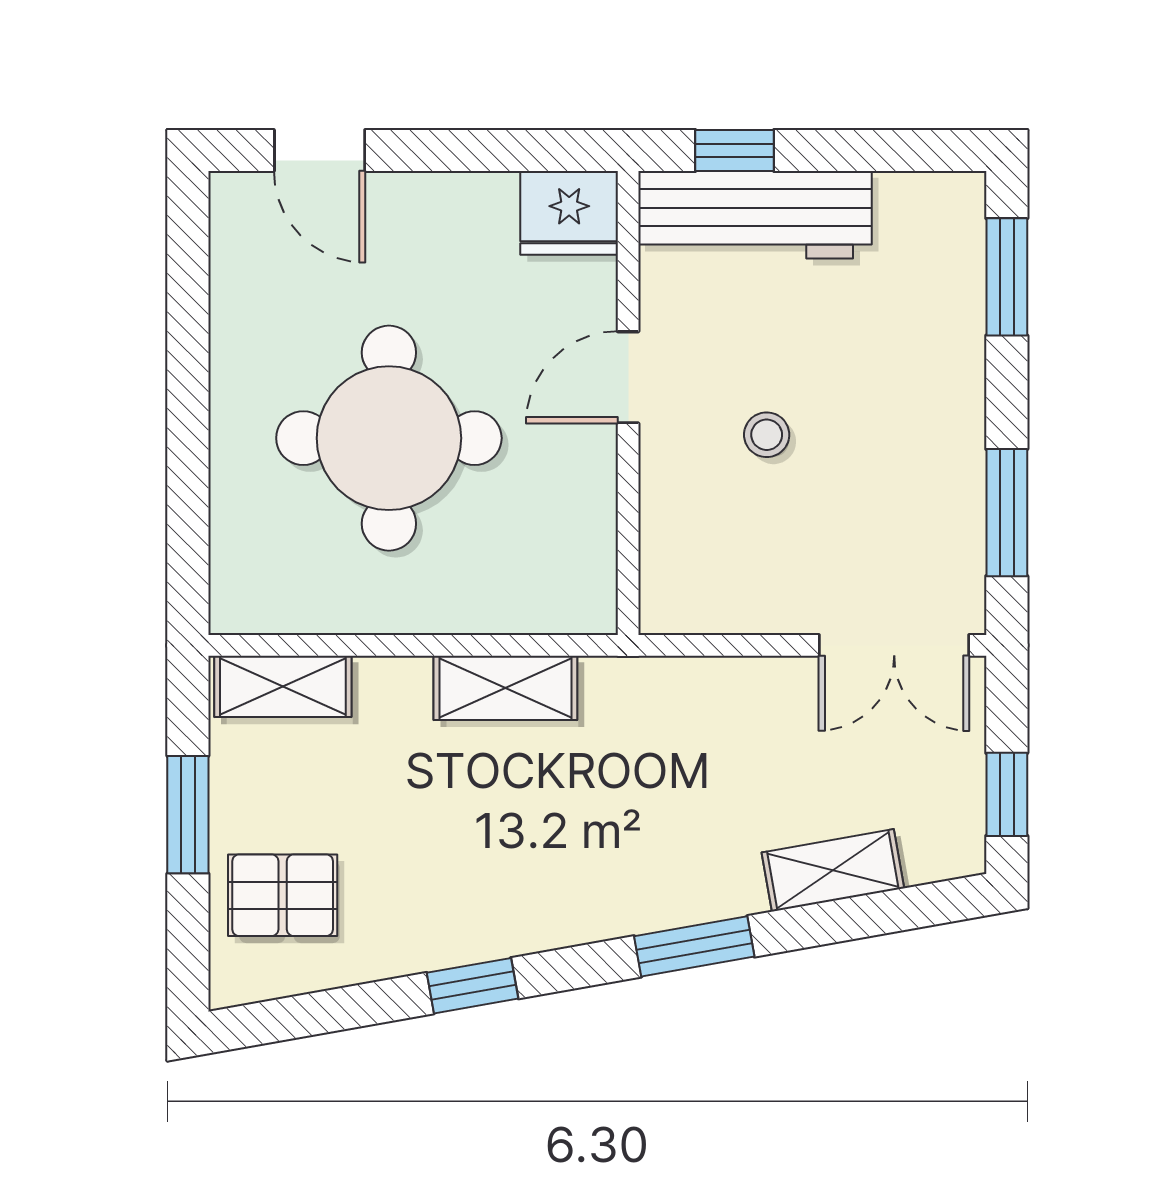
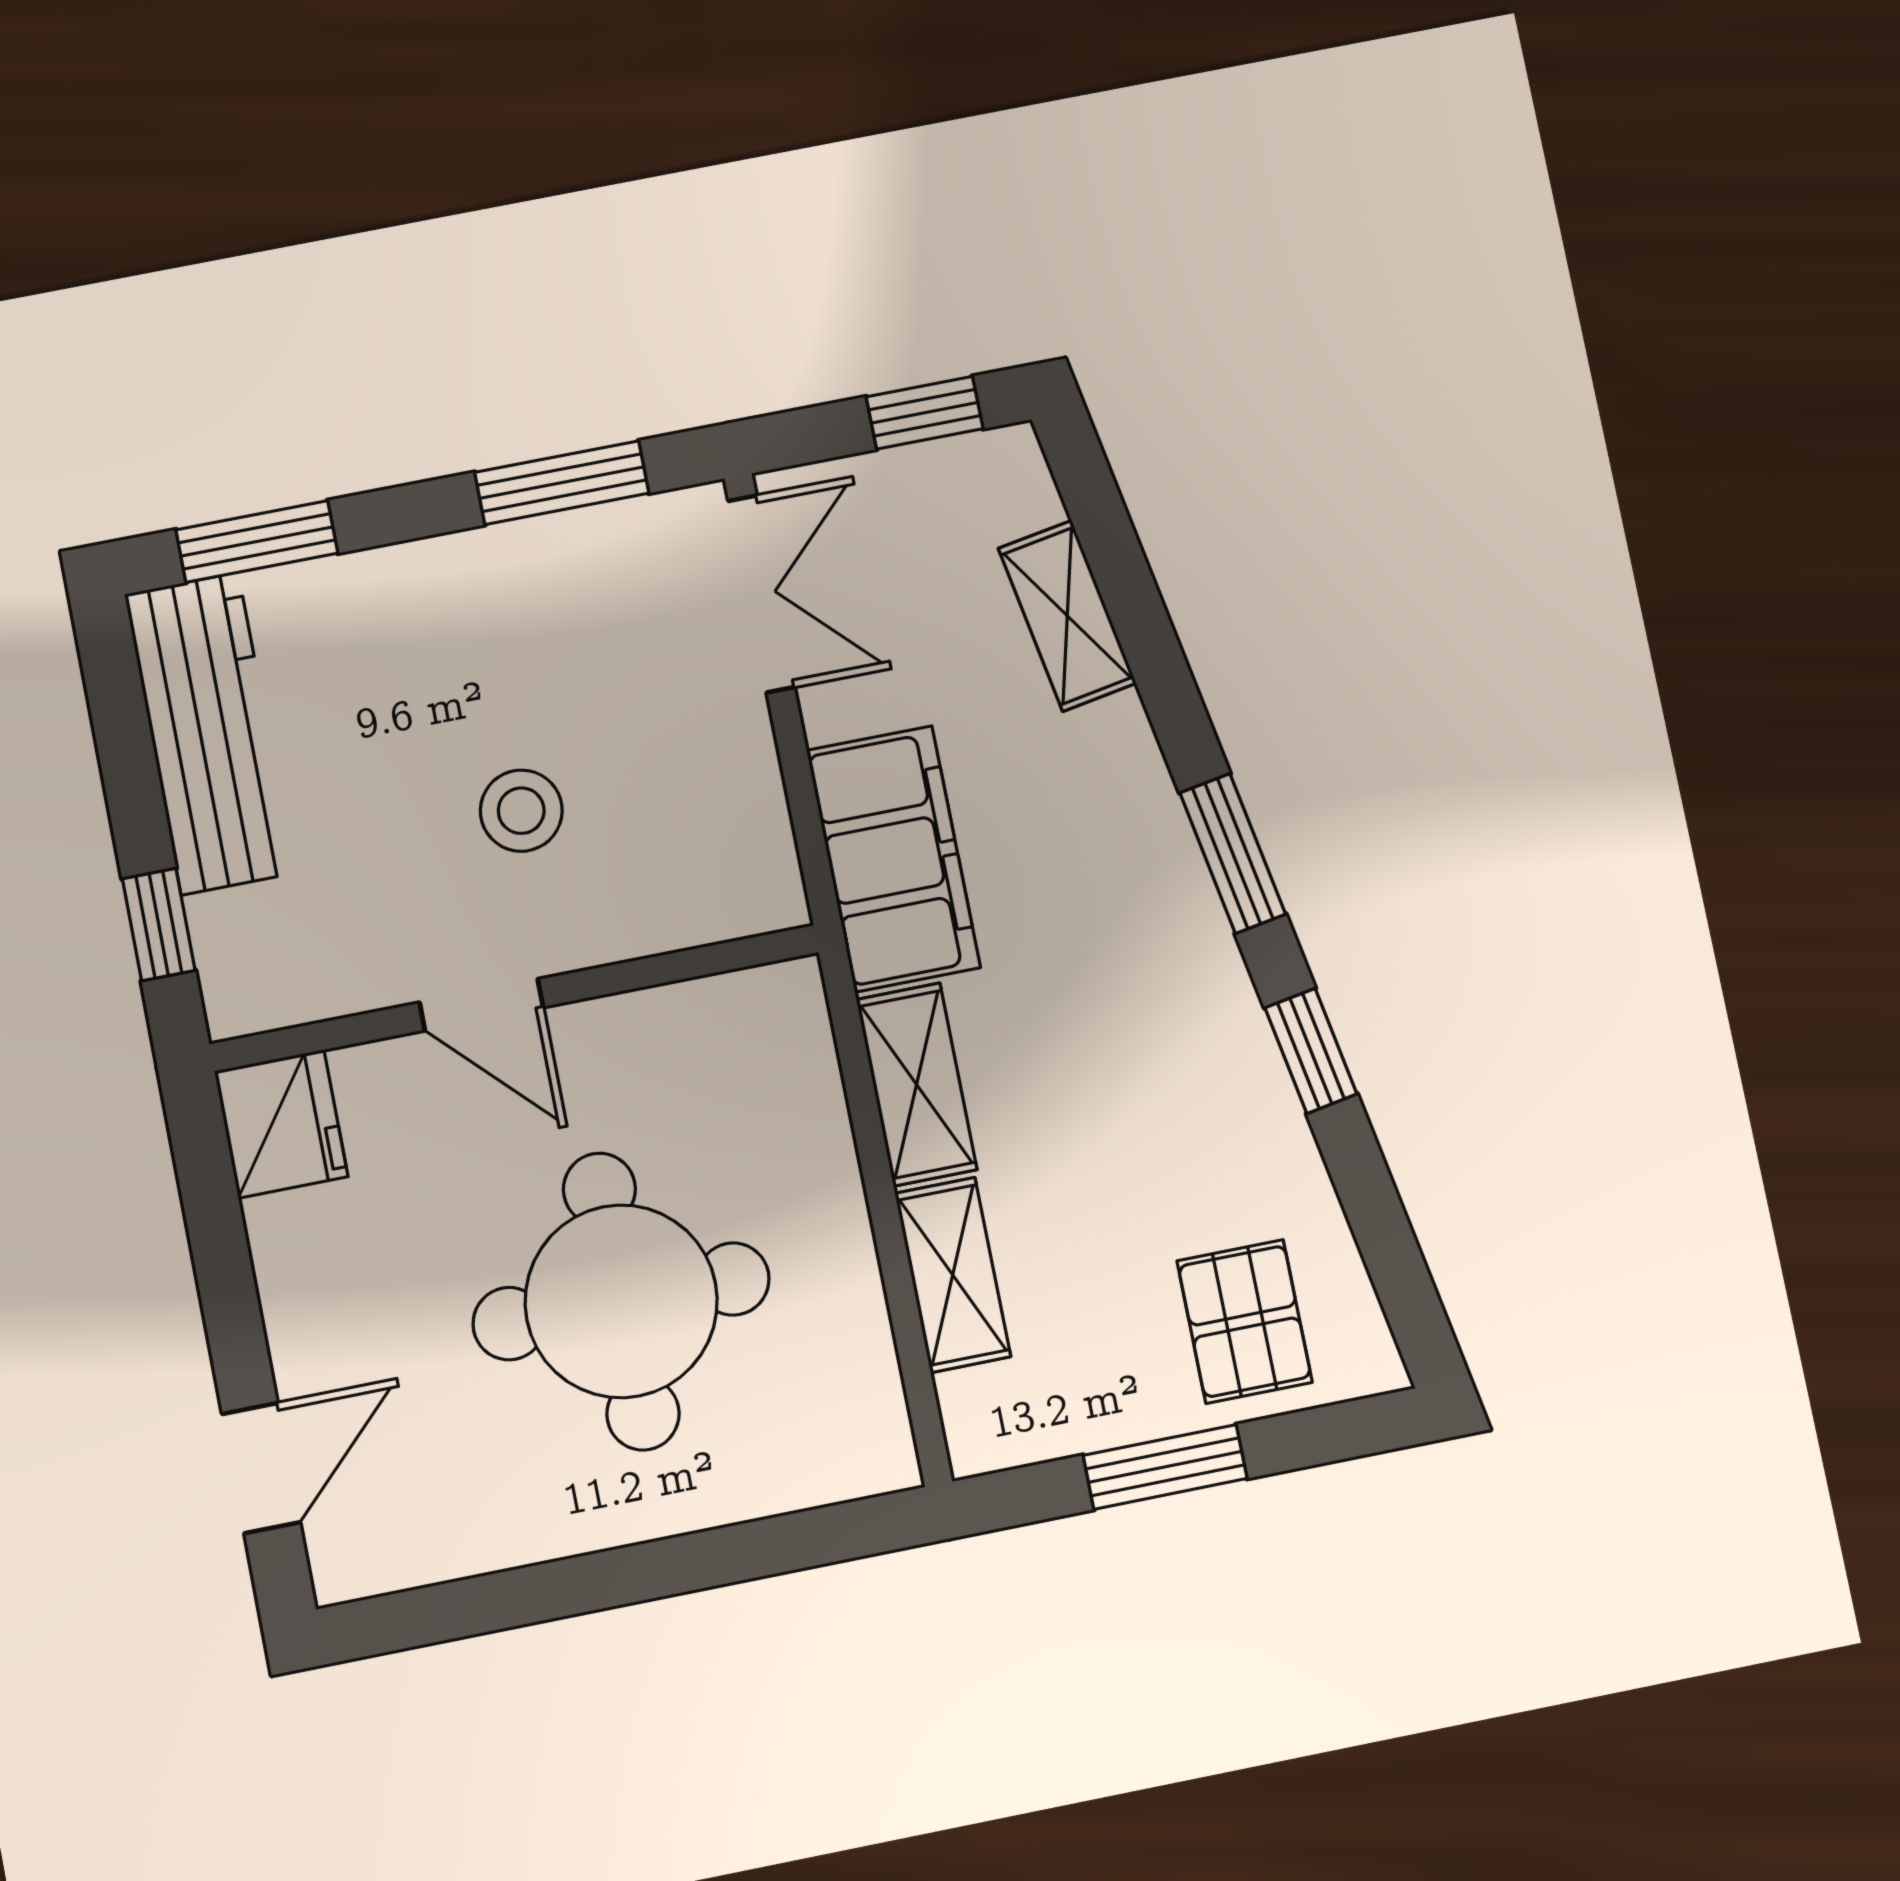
workbench: (755, 215) -> (210, 733), moved
stool: (767, 435) -> (521, 811), width x1.37, depth x1.37
shelving: (283, 686) -> (953, 1275), moved
filing cabinet: (676, 704) -> (893, 859), added
window: (694, 946) -> (1233, 853), moved

